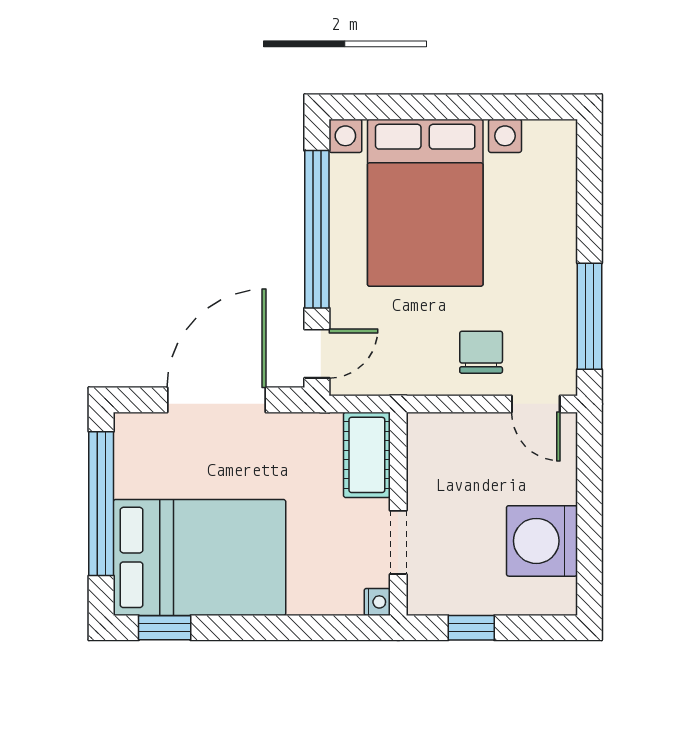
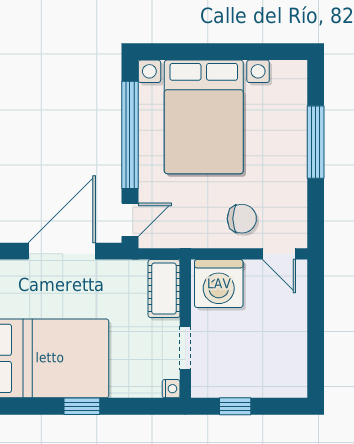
window: (589, 316) -> (316, 142), moved
chair: (481, 352) -> (242, 219), turned 90
washing machine: (542, 541) -> (219, 284), moved, turned -90
window: (165, 628) -> (82, 406), moved

